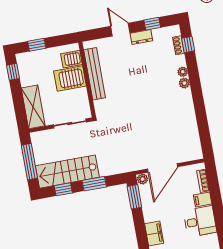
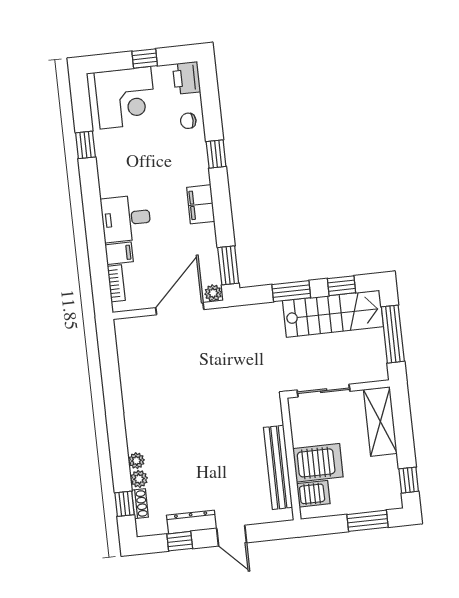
dresser: (141, 37) -> (191, 522), width x1.44
window: (37, 45) -> (368, 521), width x1.50
plant: (184, 83) -> (139, 479), moved

